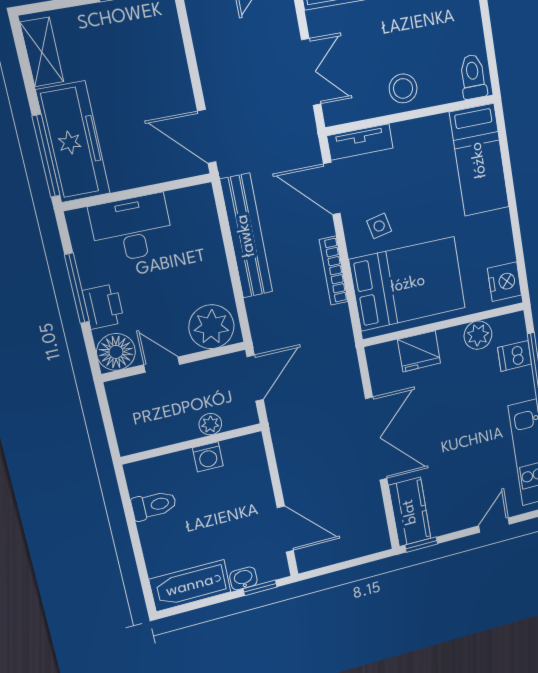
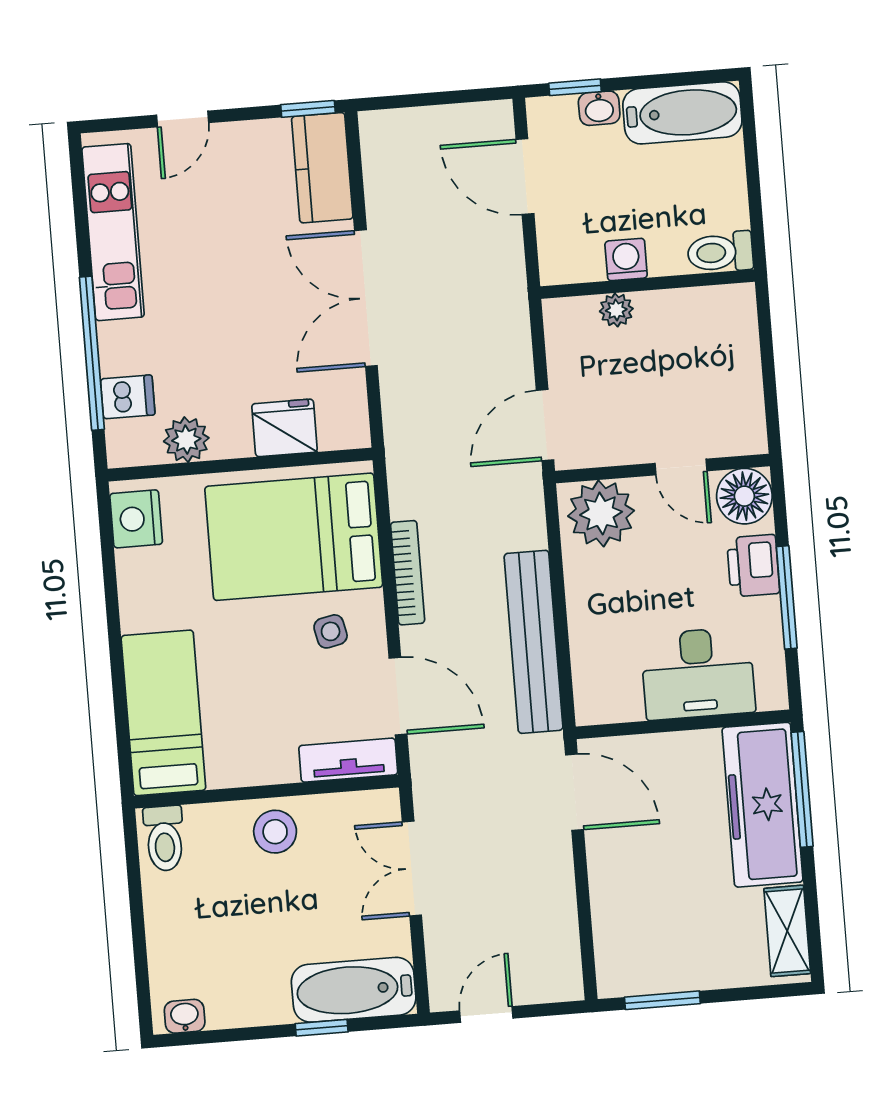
plant: (210, 424) -> (616, 310), moved
wall: (192, 444) -> (648, 284), moved
washing machine: (208, 457) -> (626, 260), moved

